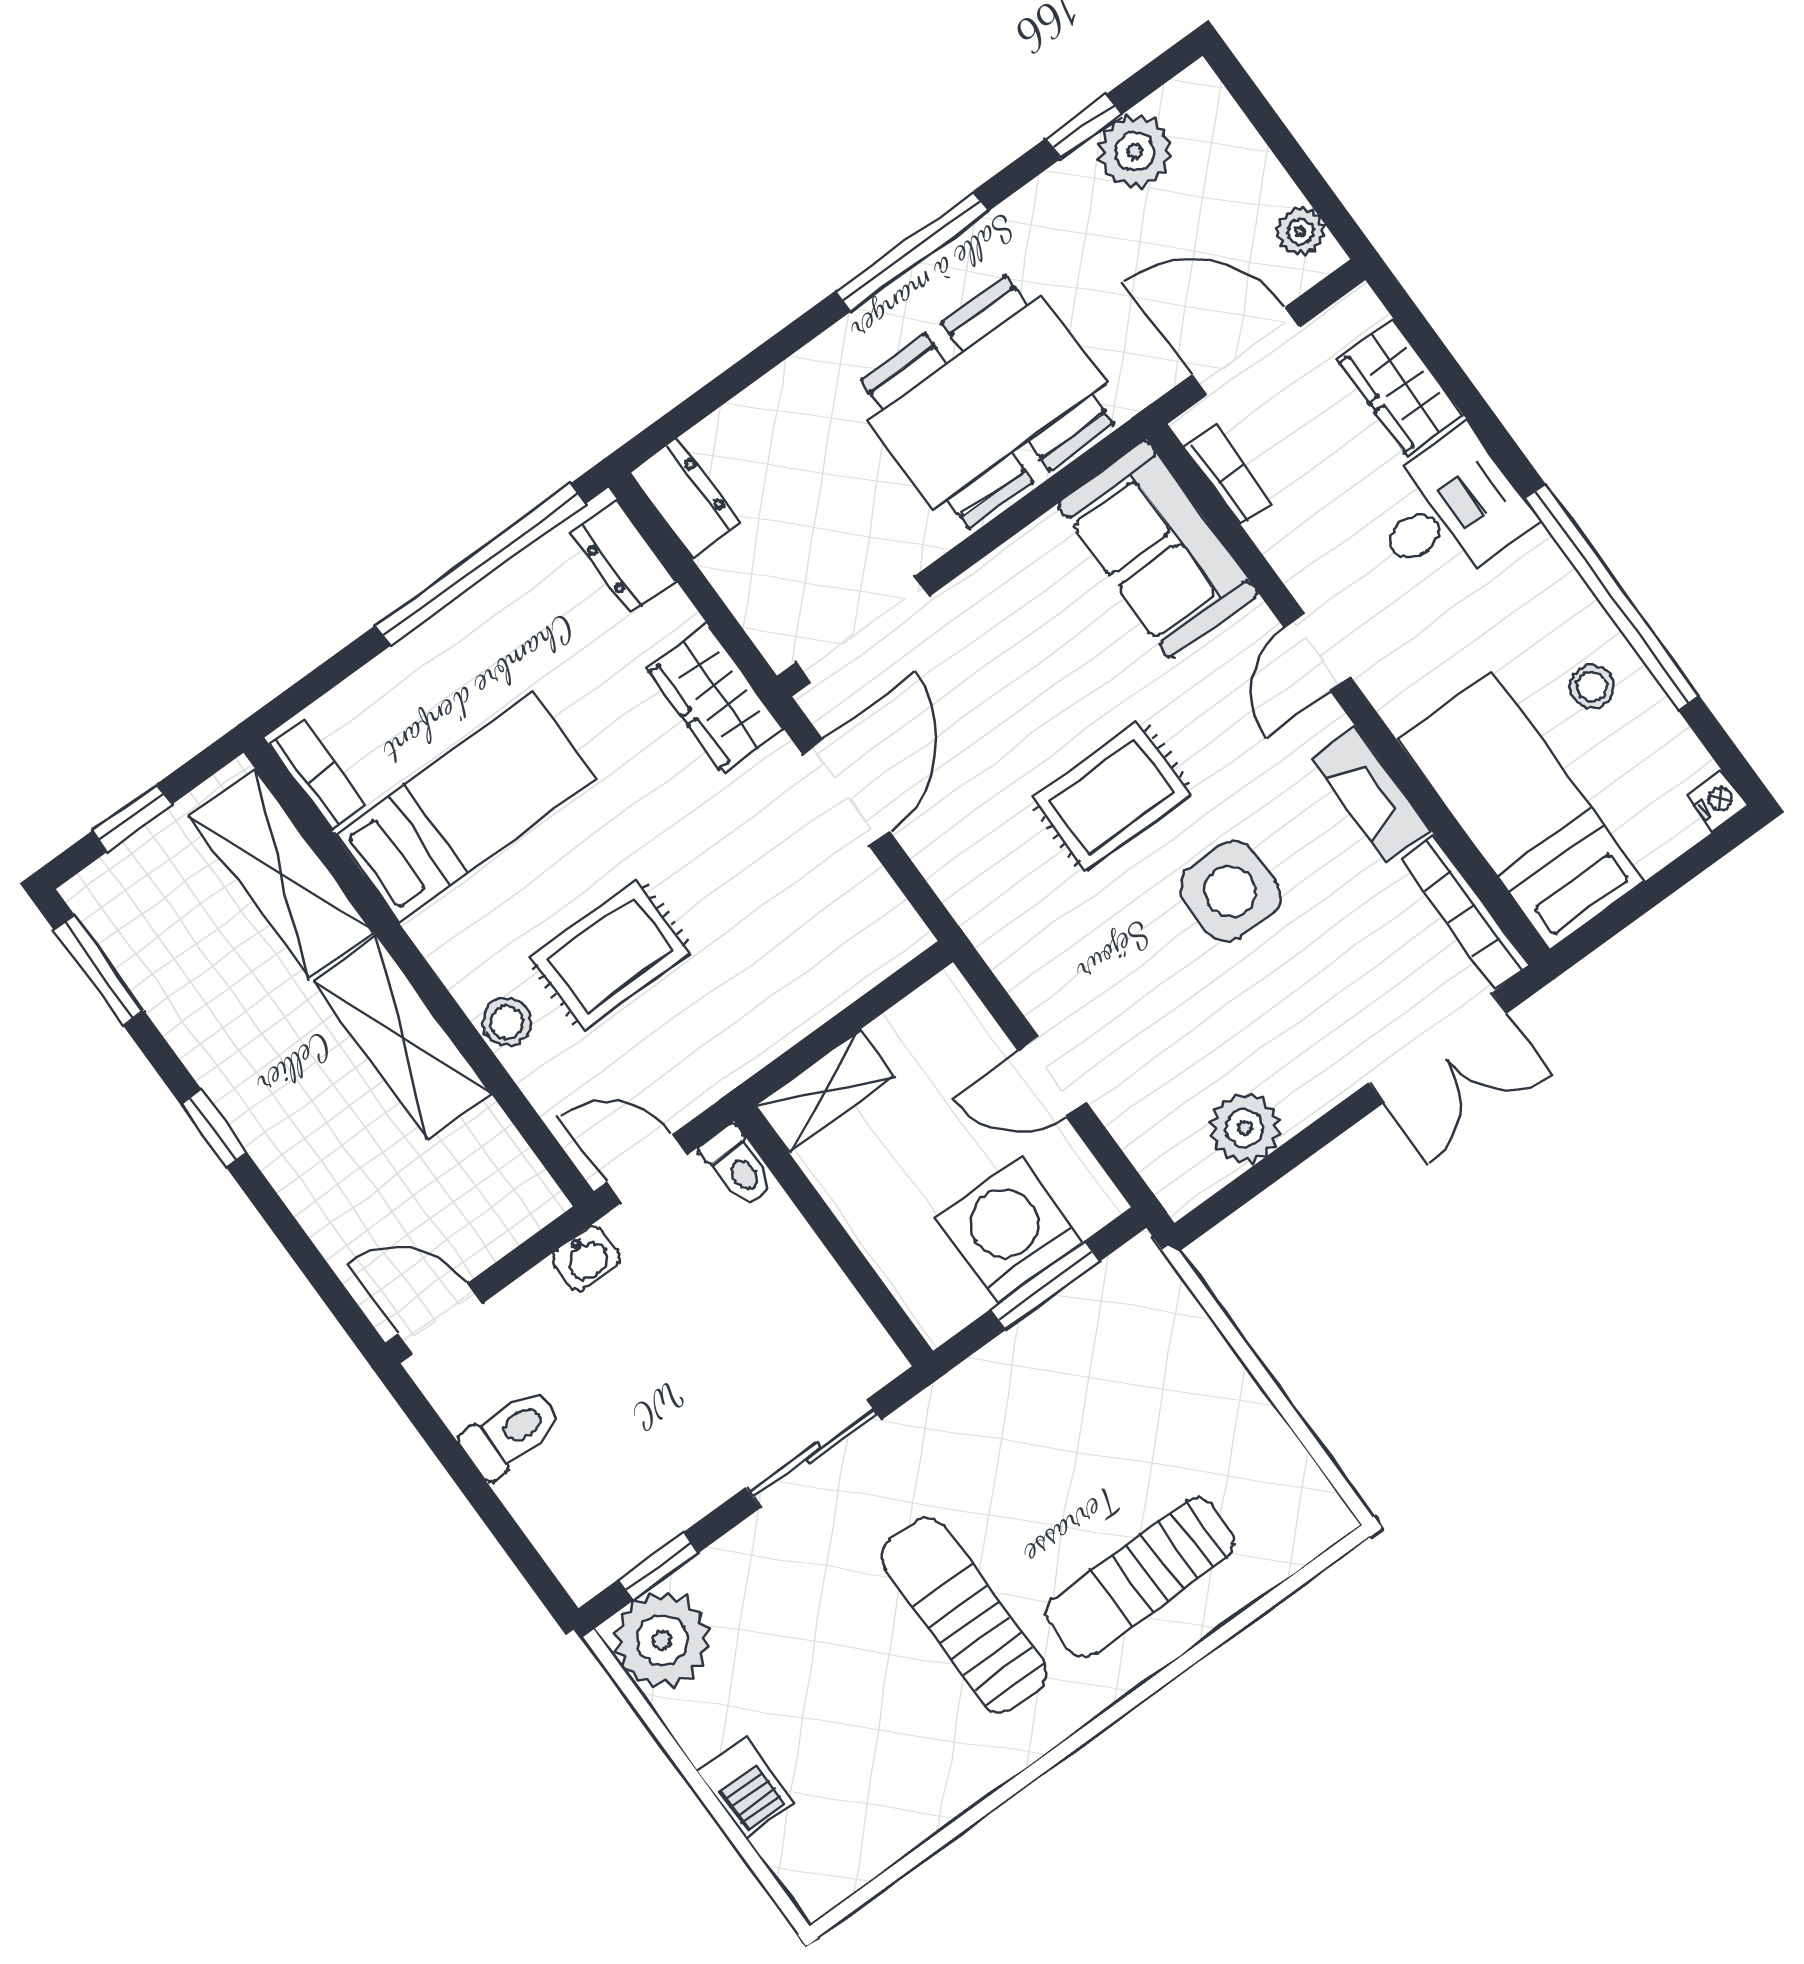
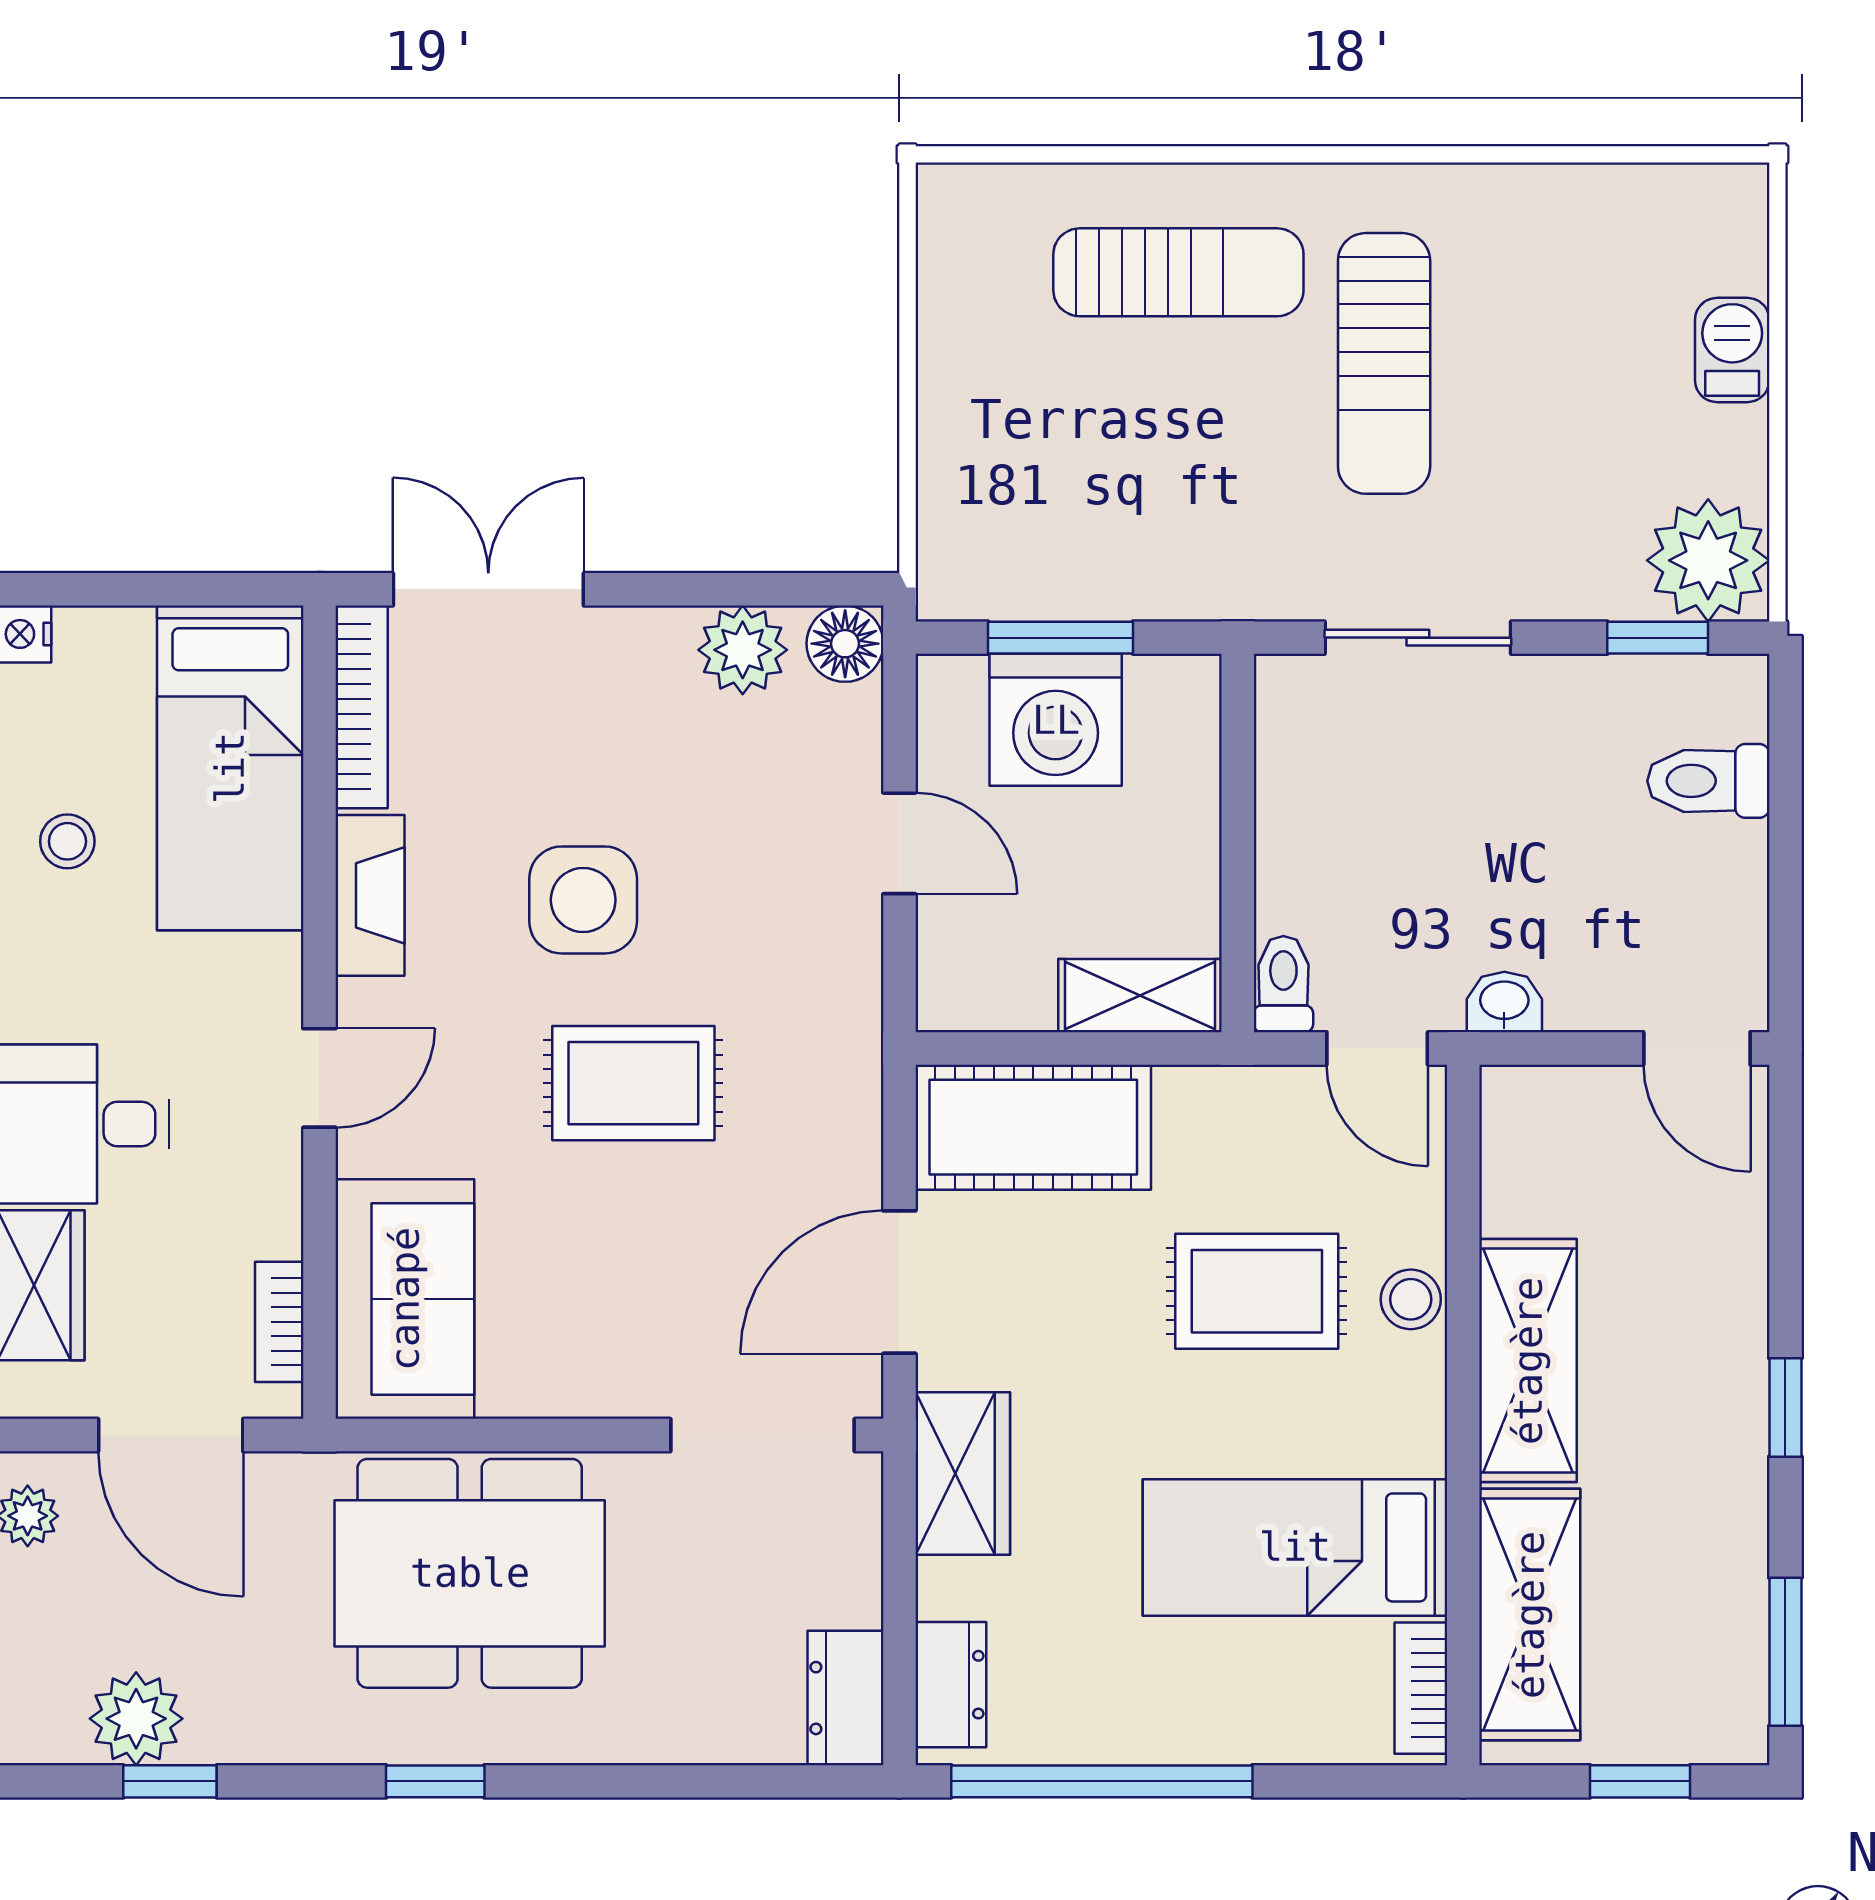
window: (912, 251) -> (435, 1781), width x0.46
cot: (832, 956) -> (1033, 1127), added
floor lamp: (1181, 1180) -> (845, 644), added
toilet: (511, 1433) -> (1708, 781), moved

